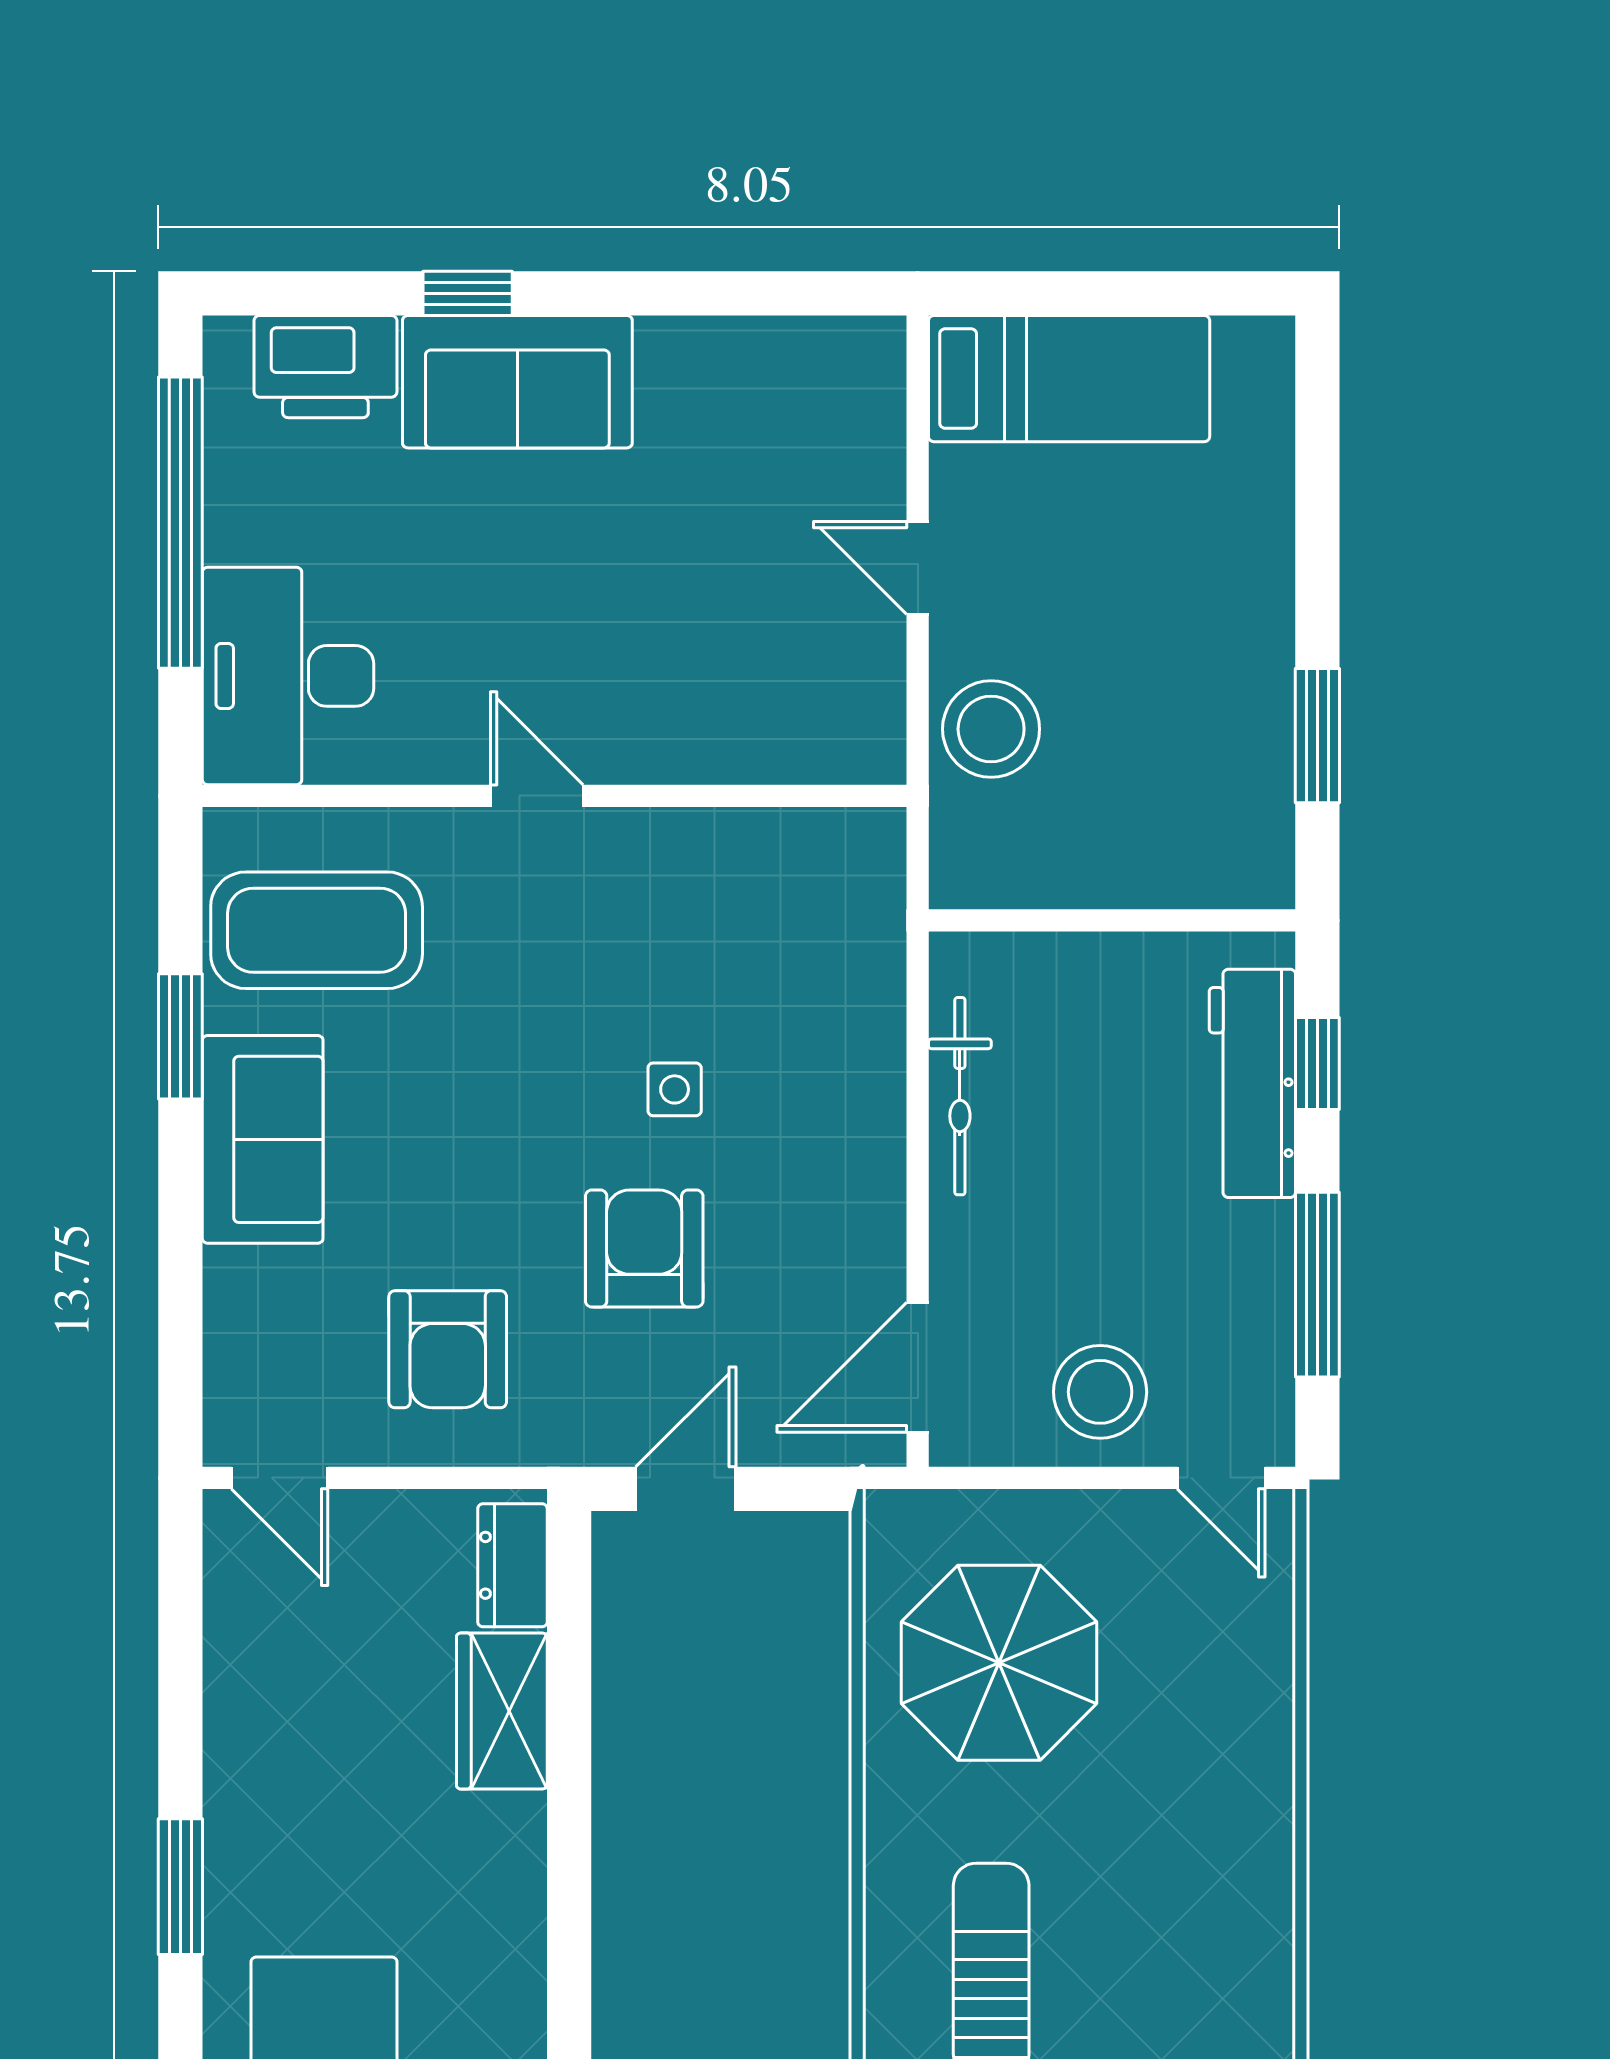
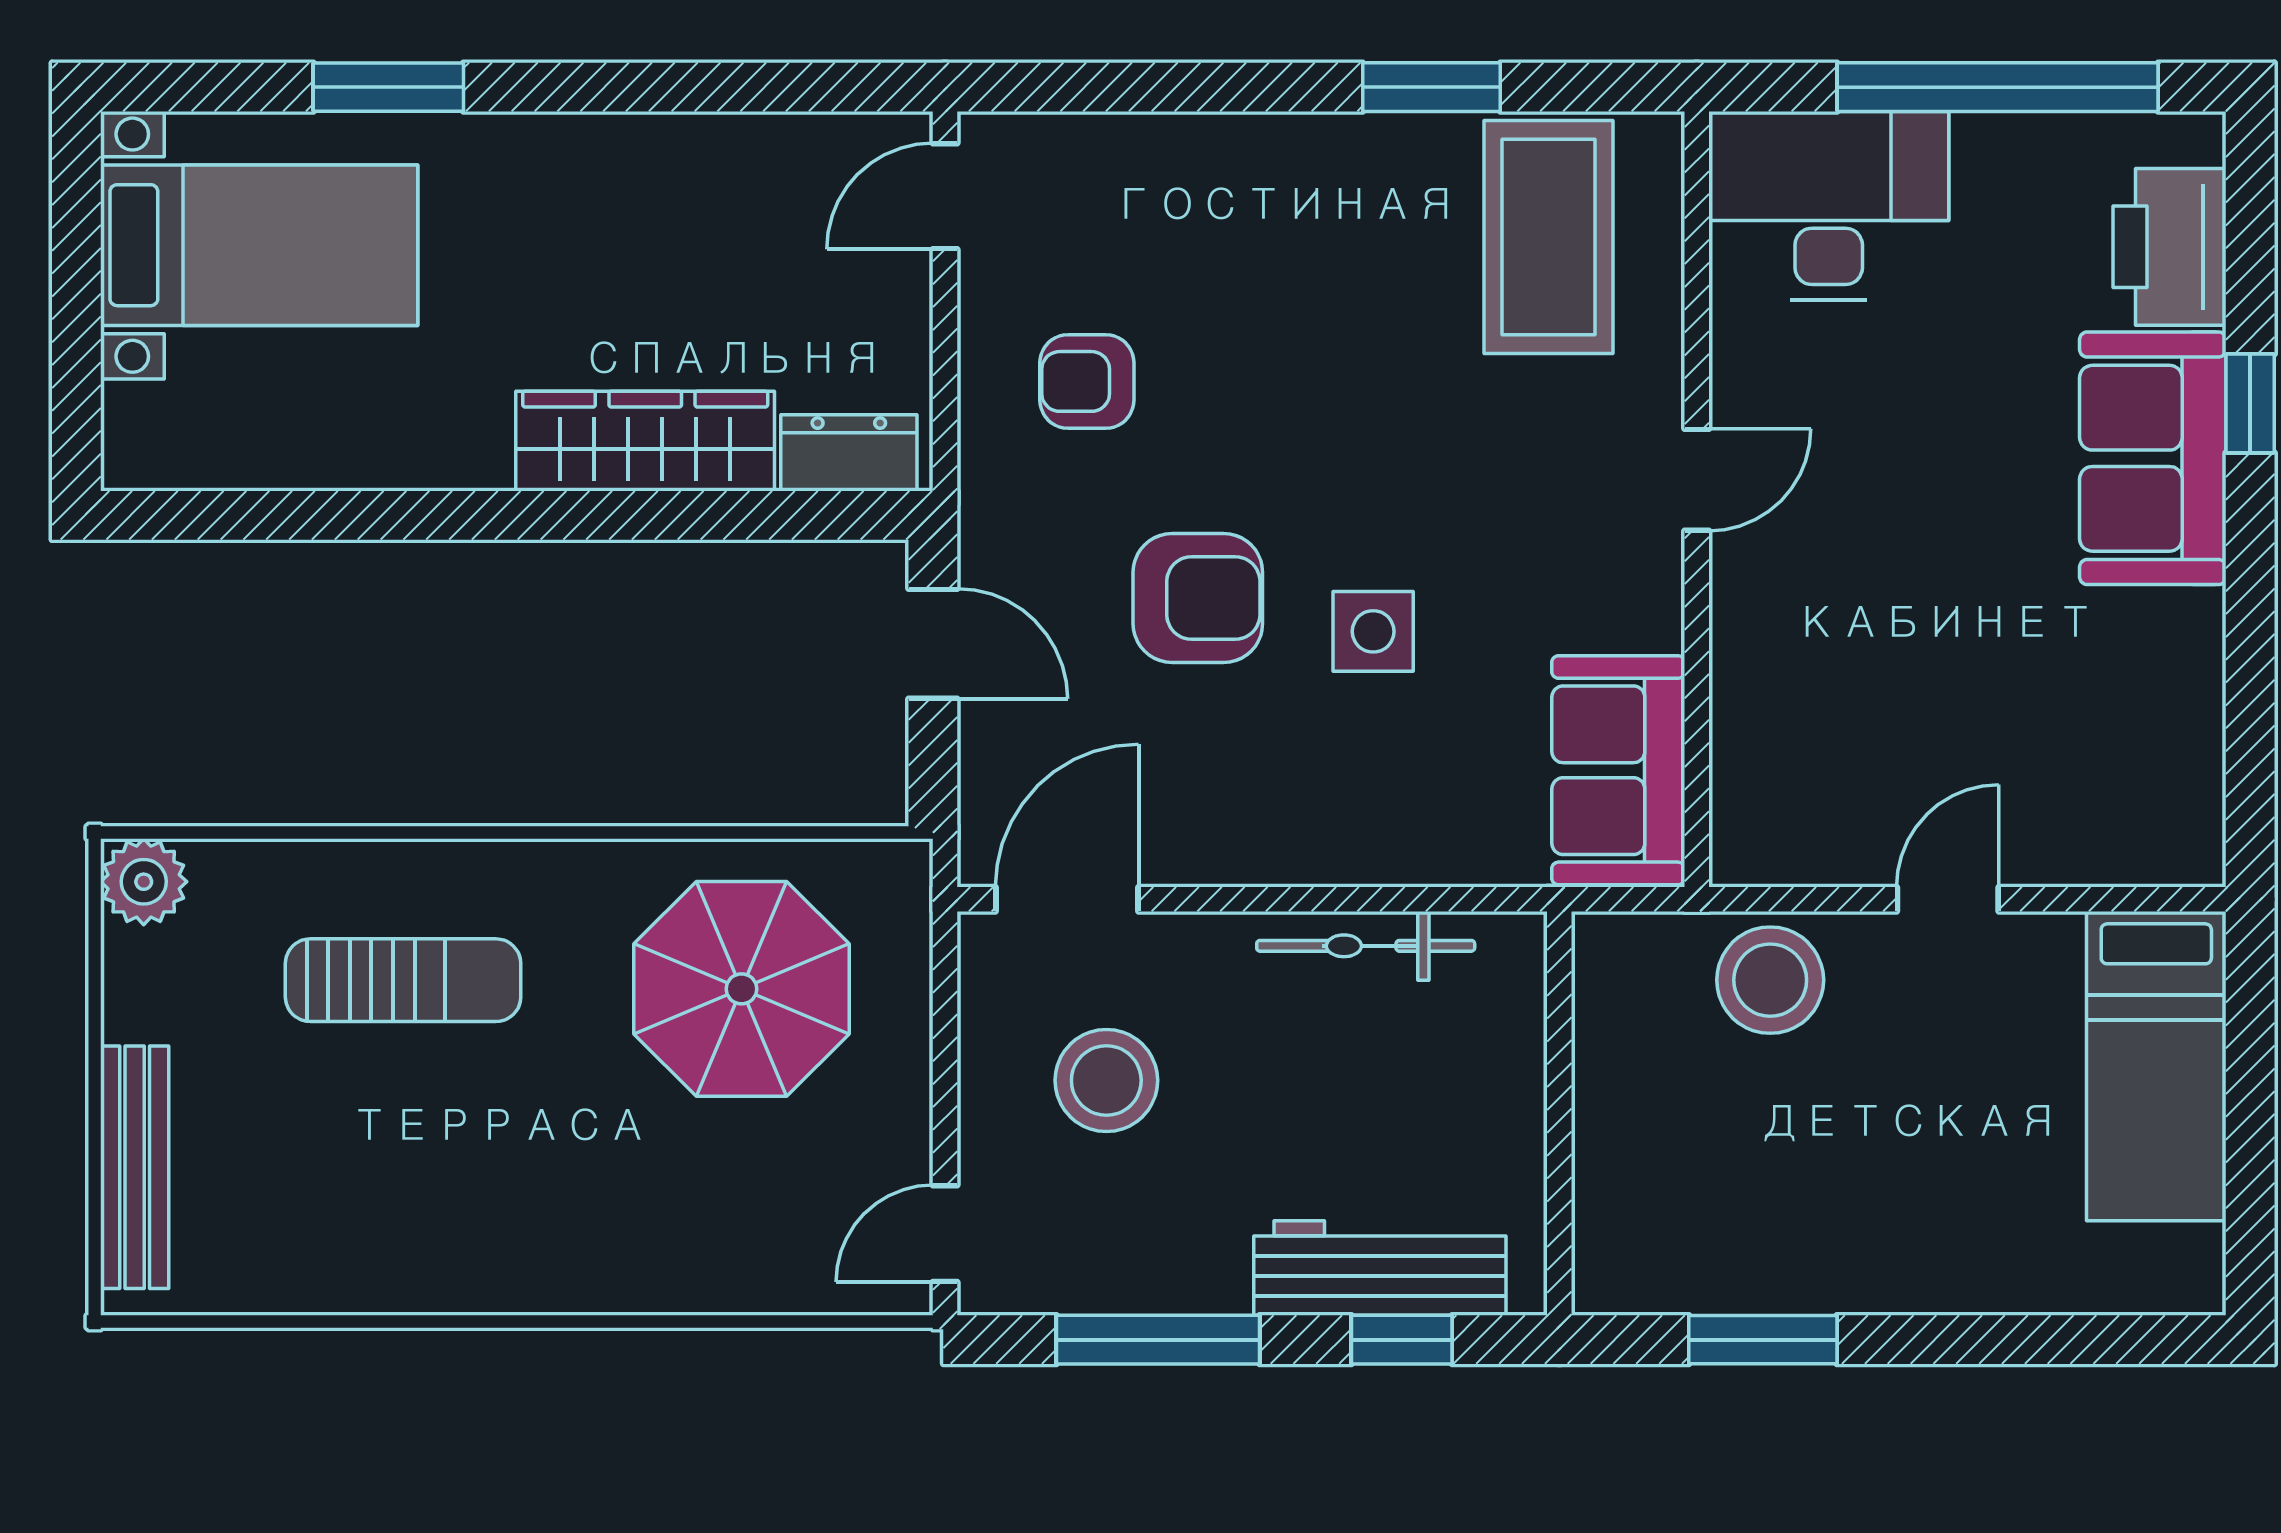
side table: (675, 1089) -> (1373, 631), width x1.37, depth x1.37
sofa: (263, 1139) -> (1618, 770), moved, turned 90
armchair: (448, 1349) -> (1087, 381), width x0.72, depth x0.72
door: (918, 1367) -> (1067, 899), hinge flipped
stool: (1100, 1392) -> (1106, 1080), moved
wardrobe: (502, 1711) -> (645, 441), width x1.50
window: (180, 1887) -> (388, 87), moved

